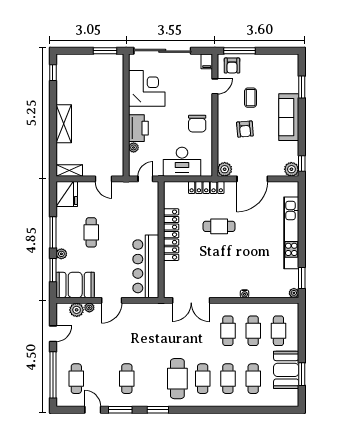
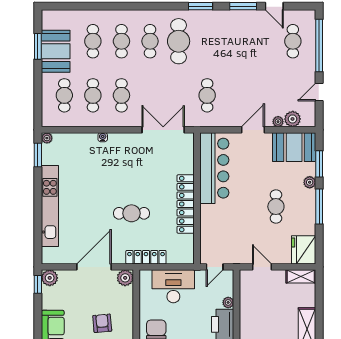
cafe table: (127, 379) -> (207, 95), moved

